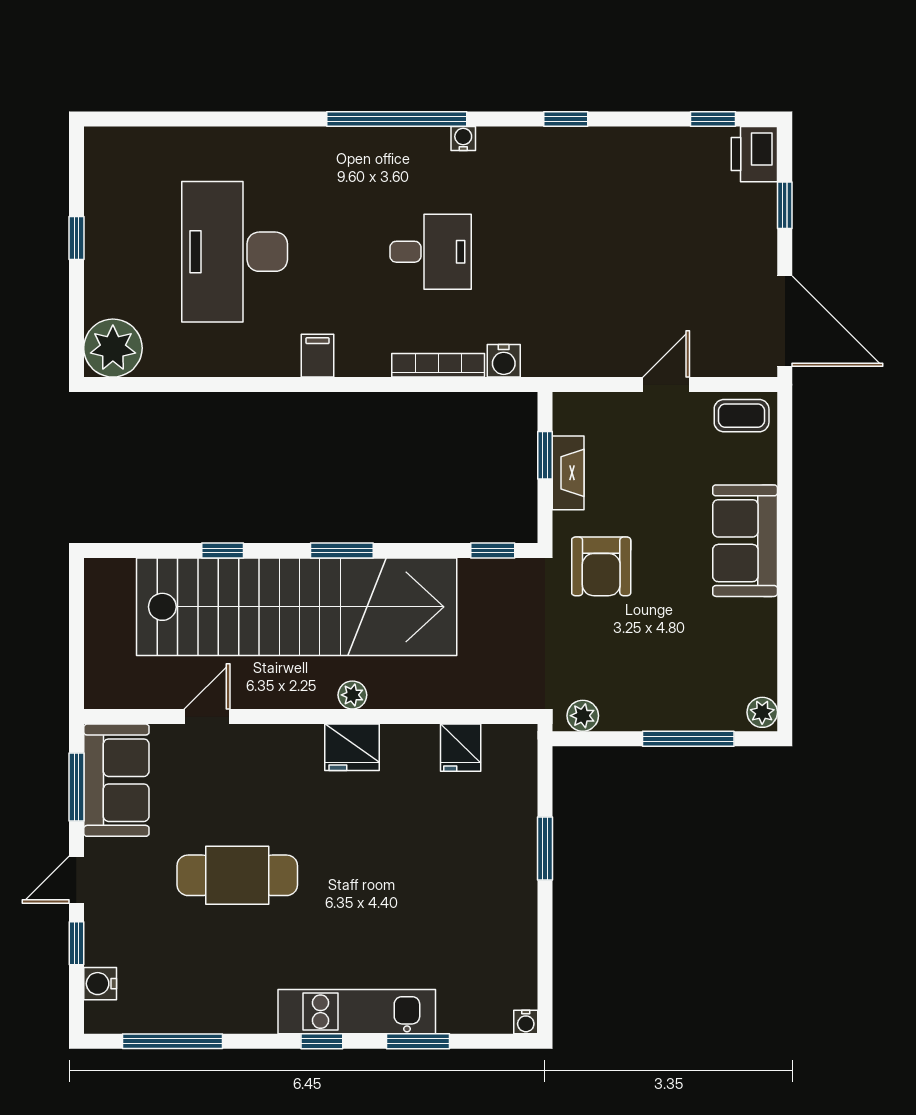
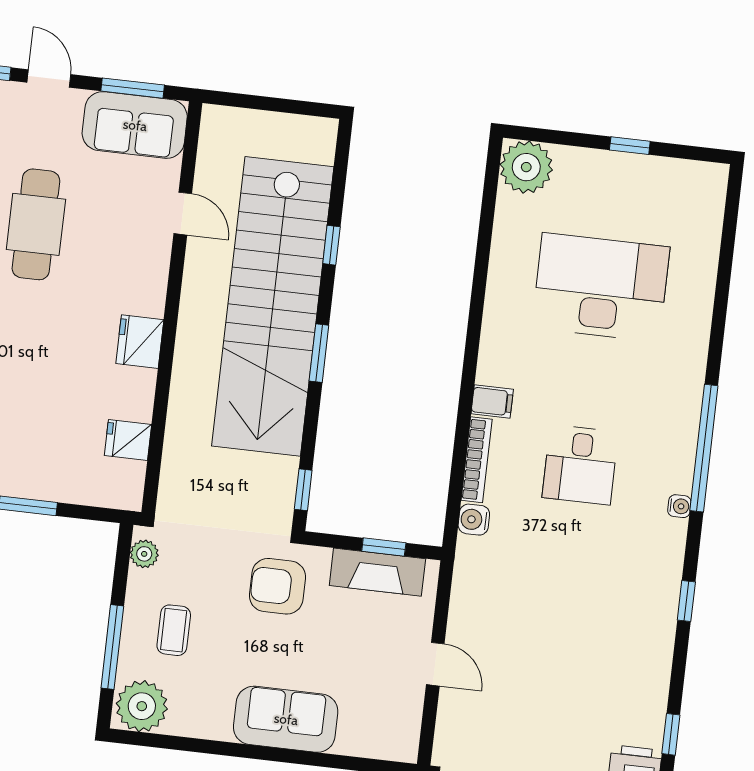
filing cabinet: (318, 356) -> (492, 402), moved
coffee table: (742, 416) -> (174, 630), moved
fireplace: (568, 473) -> (377, 572), width x1.37, depth x1.32
plant: (352, 695) -> (187, 348), removed
plant: (762, 712) -> (142, 706), width x1.88, depth x1.88

